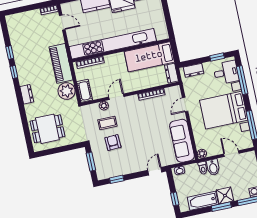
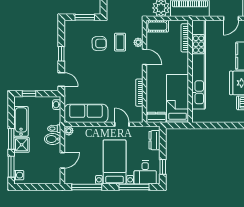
bed with nightstands: (224, 110) -> (115, 162), width x0.73
window: (117, 179) -> (61, 54), moved

